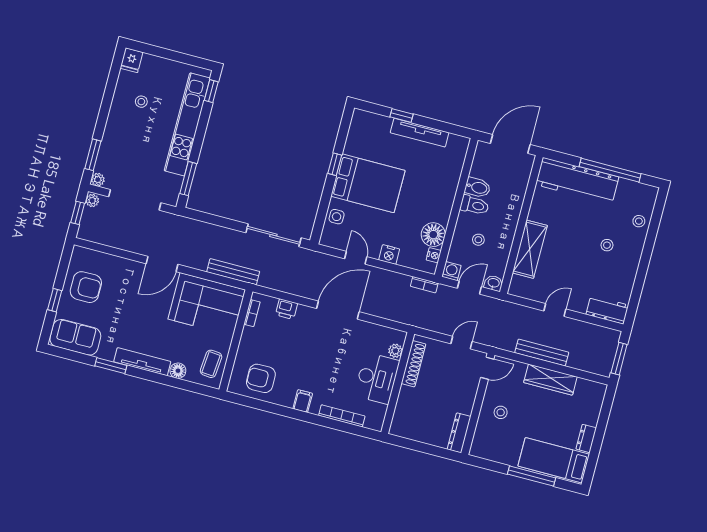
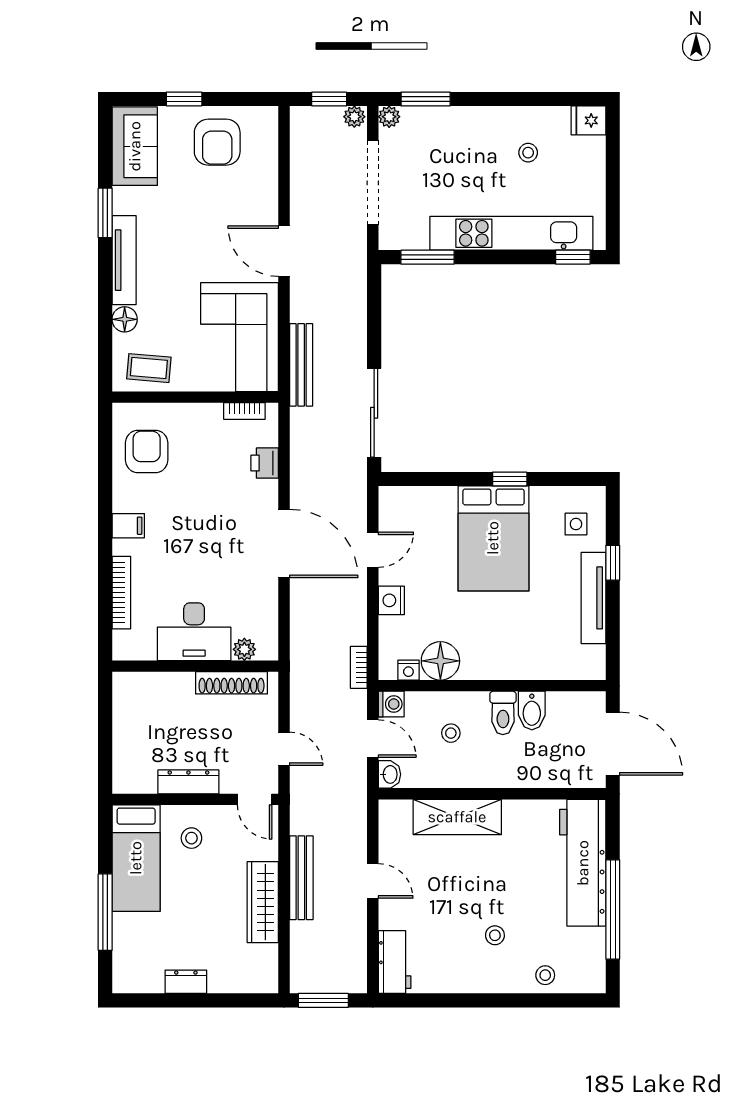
side table: (337, 217) -> (576, 524), moved
dresser: (459, 433) -> (188, 782), moved
bed: (554, 460) -> (136, 858), moved, turned 180

